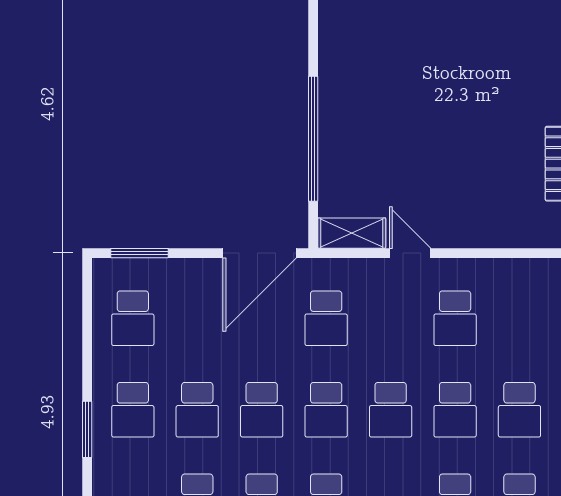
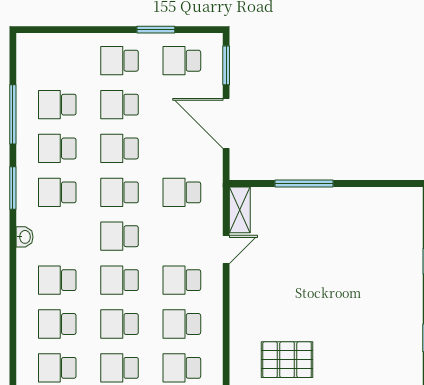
window: (313, 139) -> (304, 183), width x0.68
door: (260, 253) -> (226, 123), moved
school desk: (519, 318) -> (182, 324), added
window: (87, 429) -> (156, 30), moved

